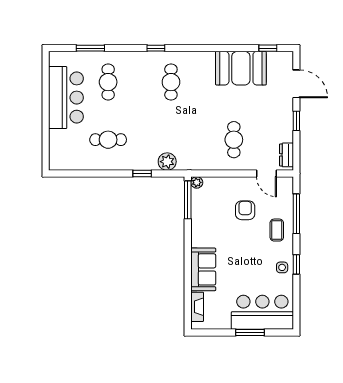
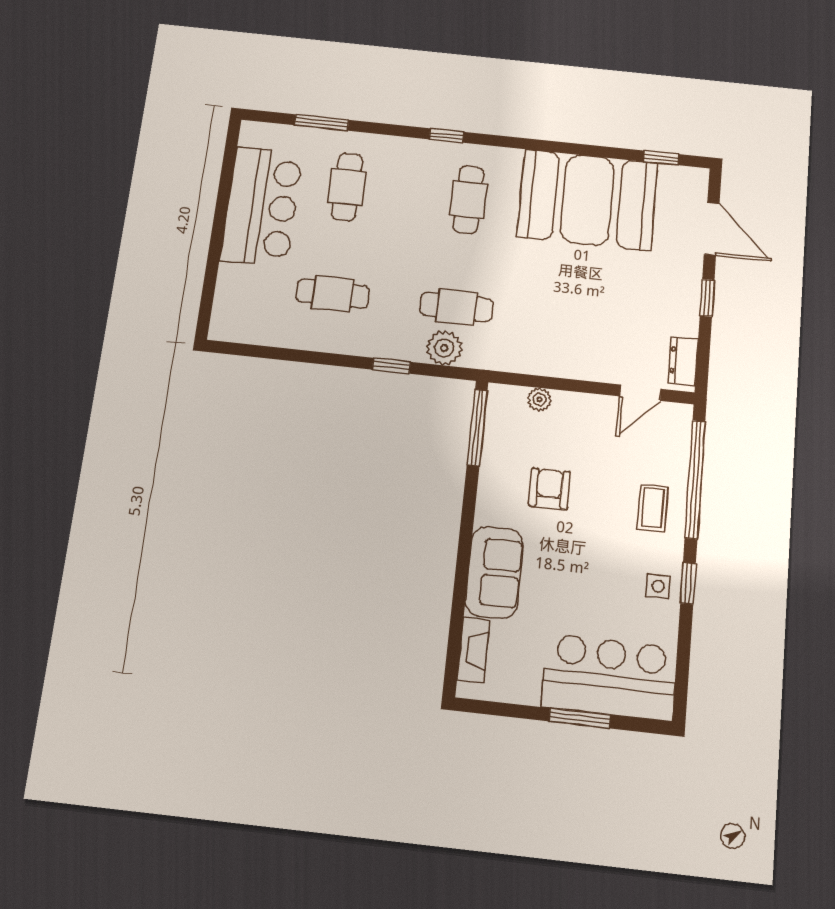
booth: (241, 68) -> (587, 200), width x1.36, depth x1.42
cafe table: (234, 140) -> (456, 307), moved, turned 90
door: (267, 174) -> (640, 393), hinge flipped
plant: (197, 182) -> (539, 399), moved
armchair: (245, 210) -> (549, 489), moved
window: (296, 214) -> (695, 479), width x1.46

